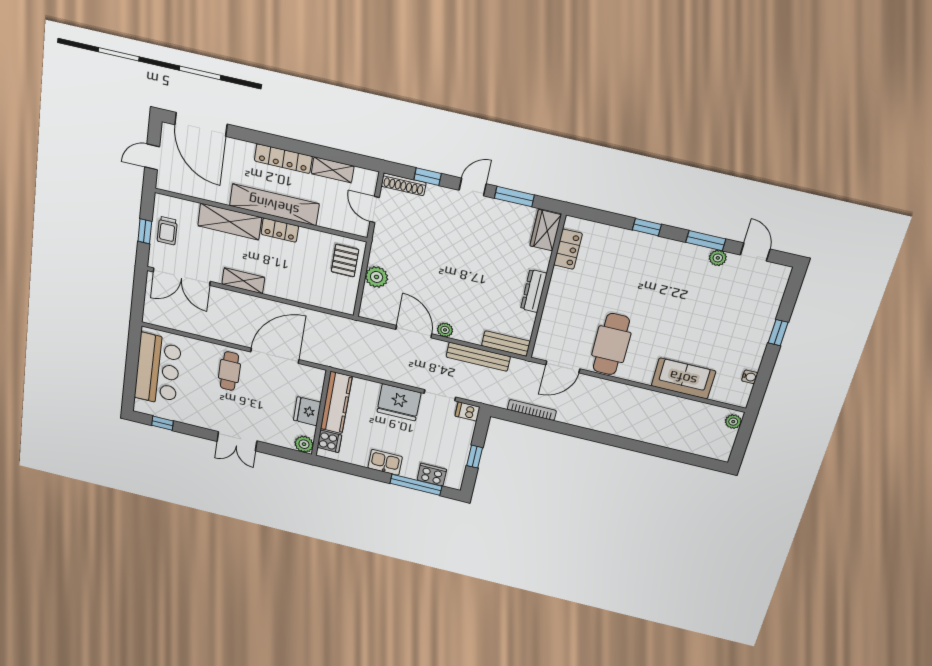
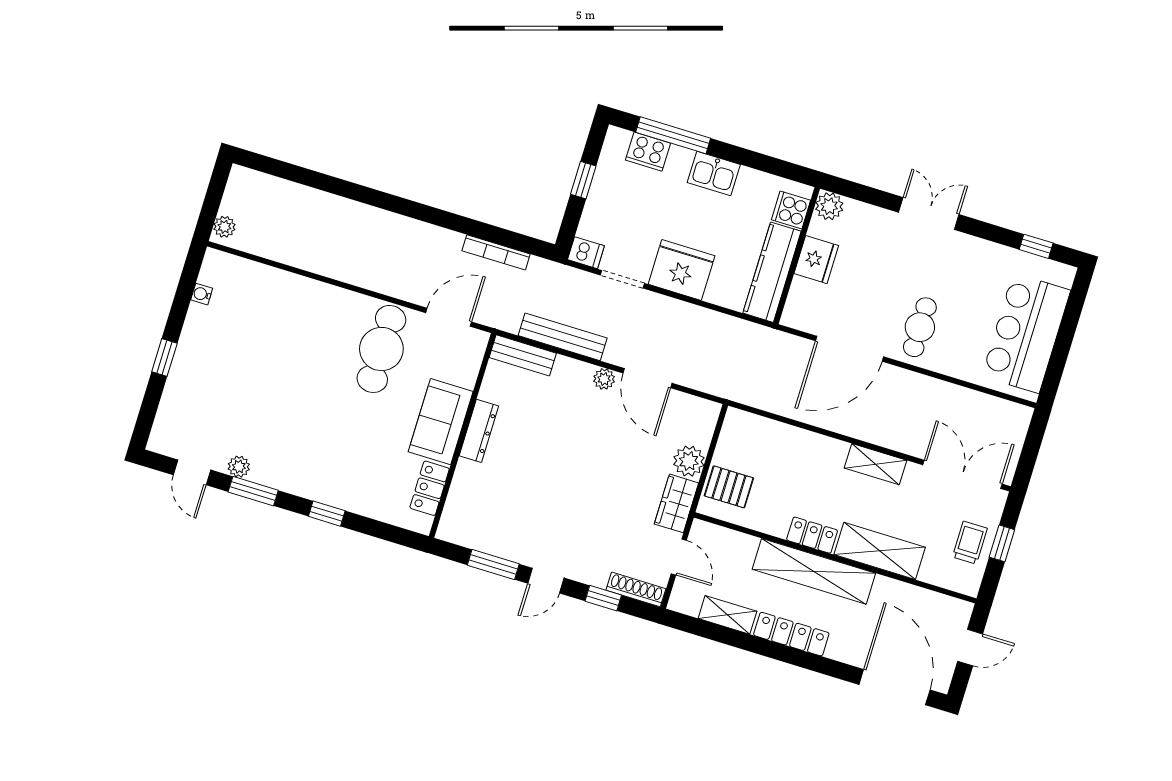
wardrobe: (546, 230) -> (676, 503), moved, turned 180
pallet: (345, 261) -> (729, 487), turned 90
sofa: (683, 378) -> (441, 422), moved, turned 90

